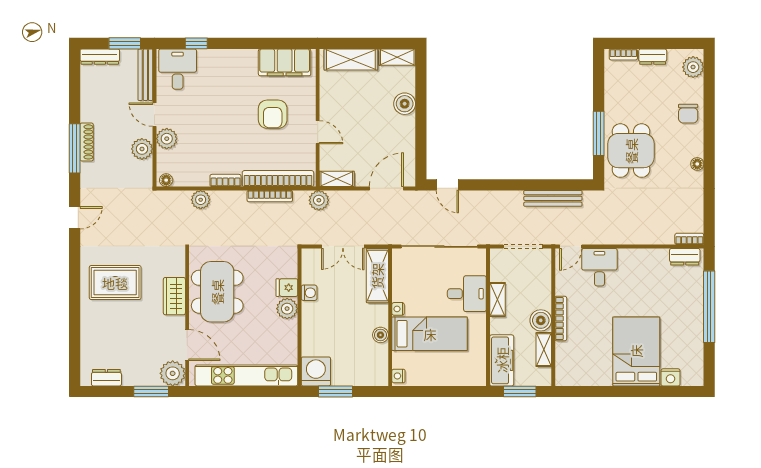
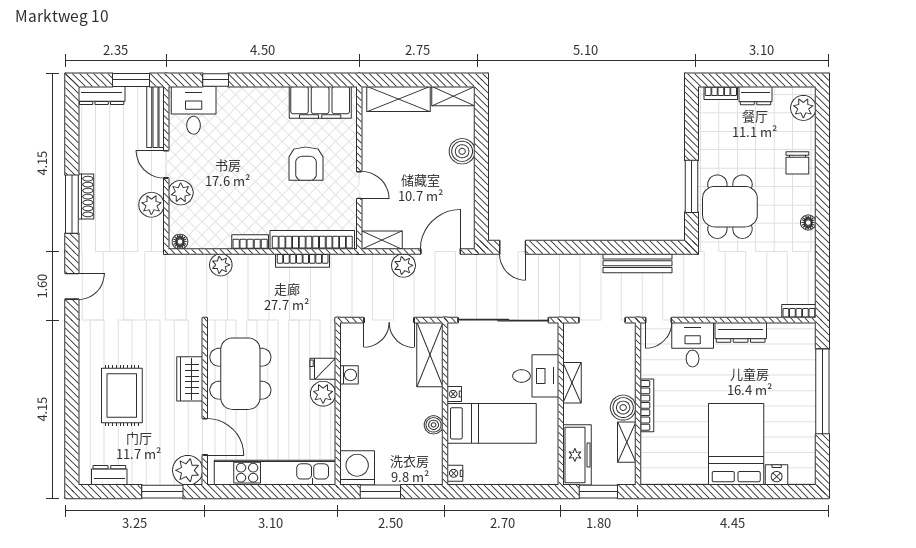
plant: (319, 200) -> (403, 265), moved
dresser: (685, 257) -> (741, 332), moved, width x1.44
rug: (115, 283) -> (122, 395), moved, turned 90

